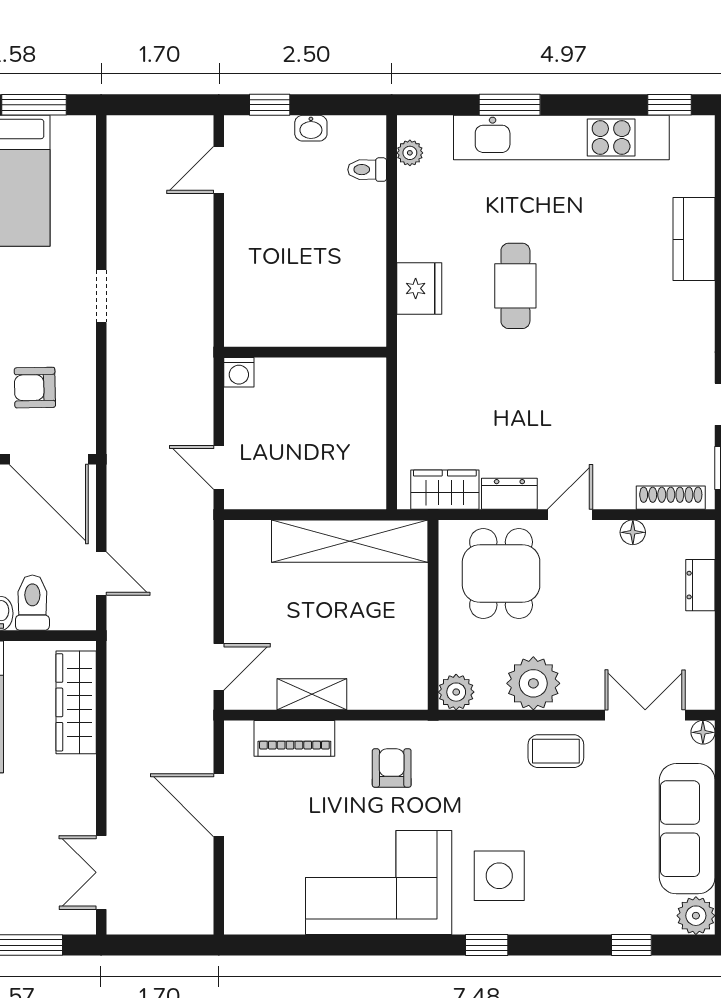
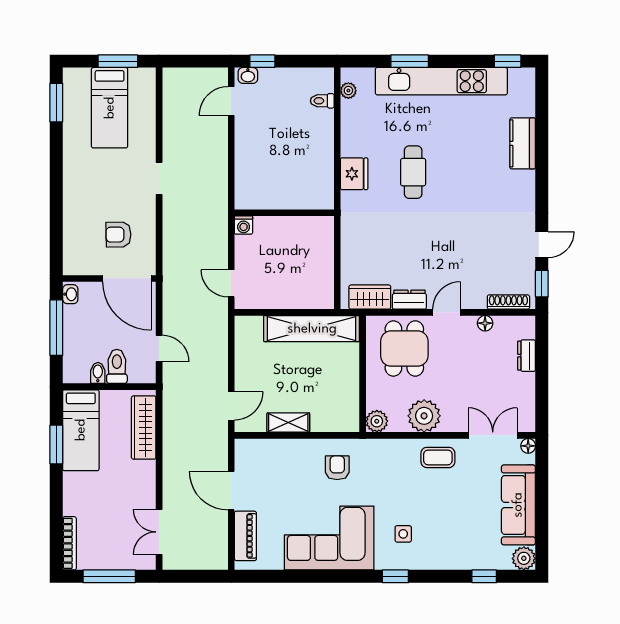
washbasin: (311, 128) -> (248, 75), moved
piano: (294, 738) -> (245, 536), moved, turned -90
side table: (499, 876) -> (403, 534), width x0.54, depth x0.54

